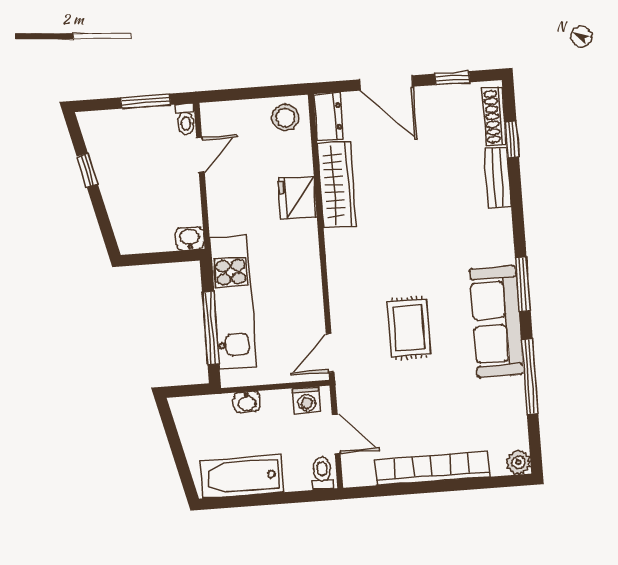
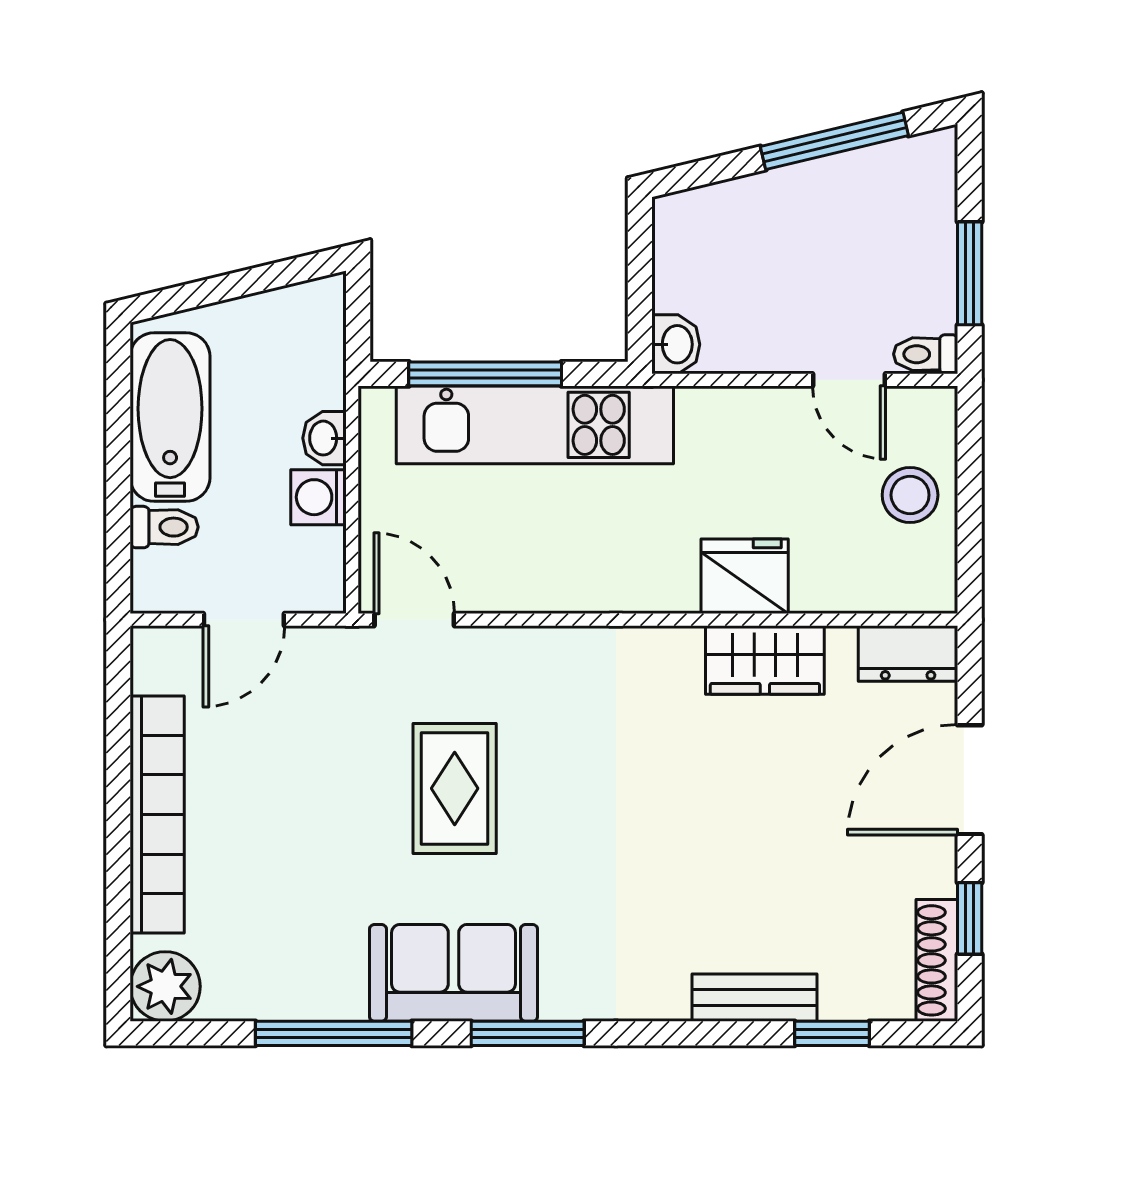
shoe rack: (495, 117) -> (937, 960), moved, turned -90
stool: (285, 118) -> (910, 495), moved
window: (87, 170) -> (834, 141), width x2.17
wardrobe: (337, 185) -> (765, 660), width x0.67
sofa: (497, 322) -> (454, 973), width x0.73
rug: (409, 328) -> (455, 788), turned 90
washing machine: (307, 401) -> (318, 497), moved
plant: (518, 462) -> (165, 986), width x1.38, depth x1.38
toilet: (322, 473) -> (164, 527), moved

